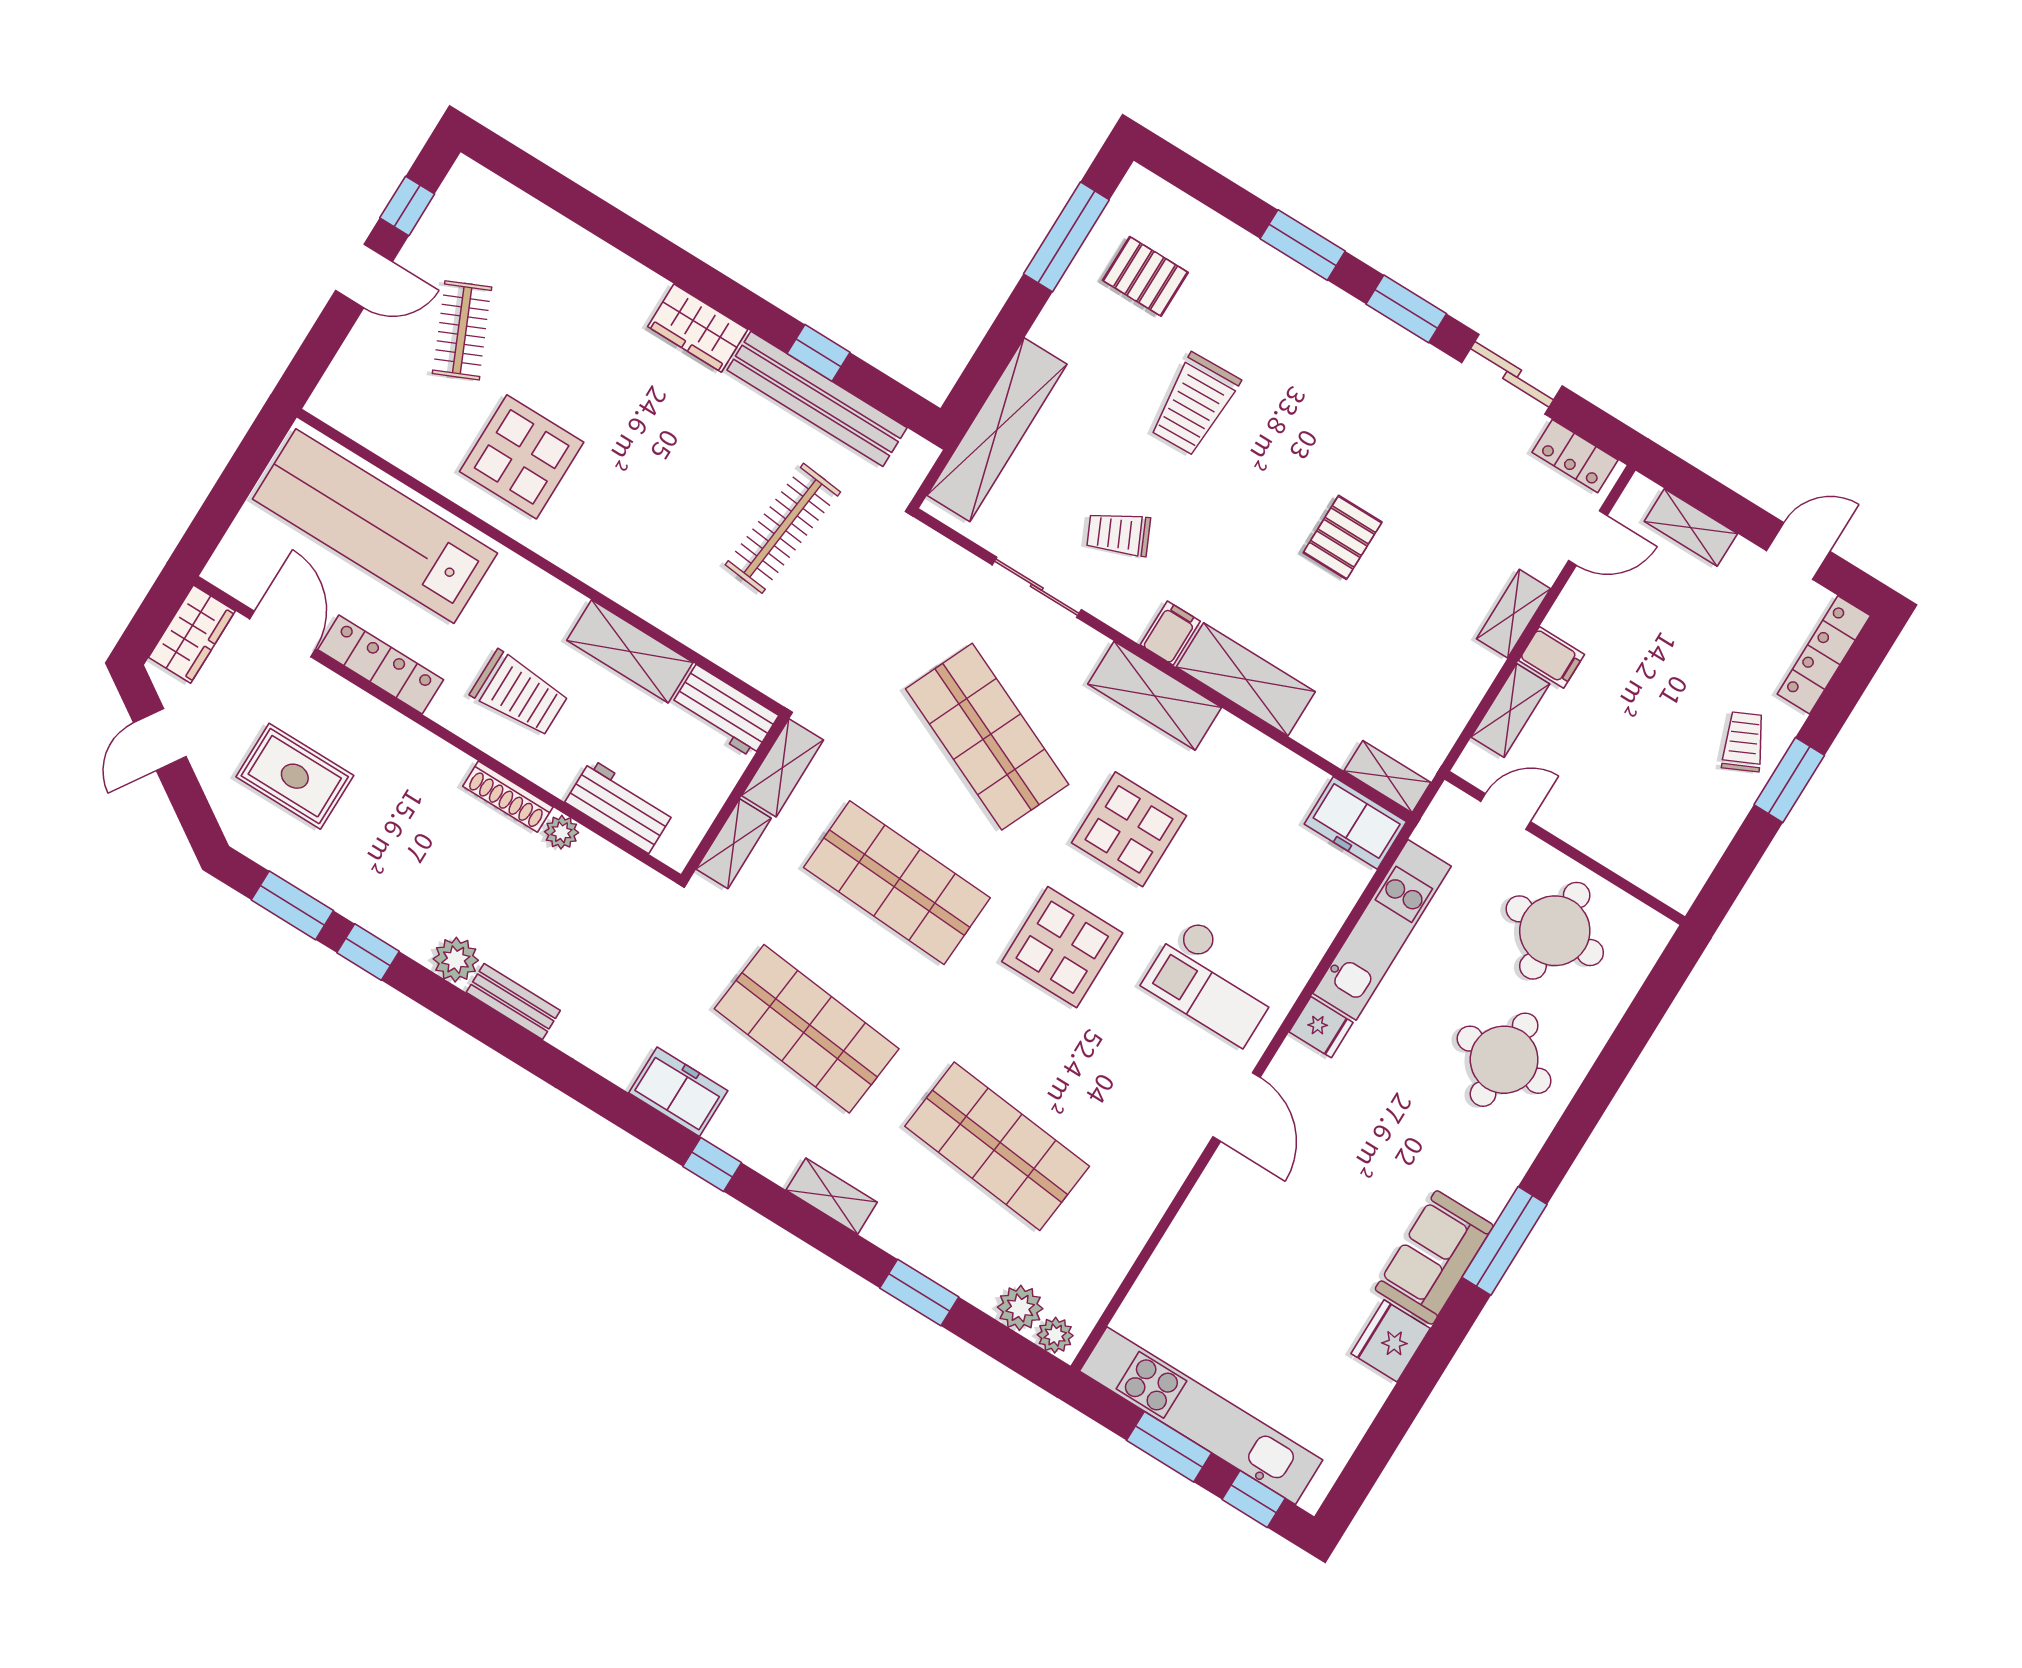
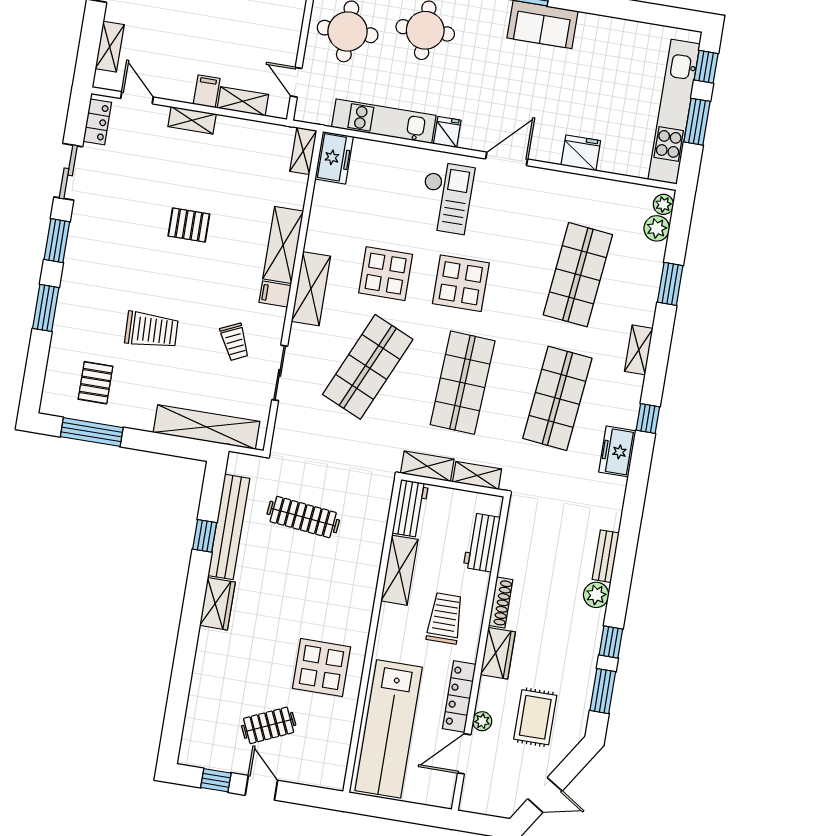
wardrobe: (192, 634) -> (498, 653), moved, turned 90
plant: (561, 832) -> (482, 721), moved
fridge: (1391, 1341) -> (581, 153), moved, turned 180

